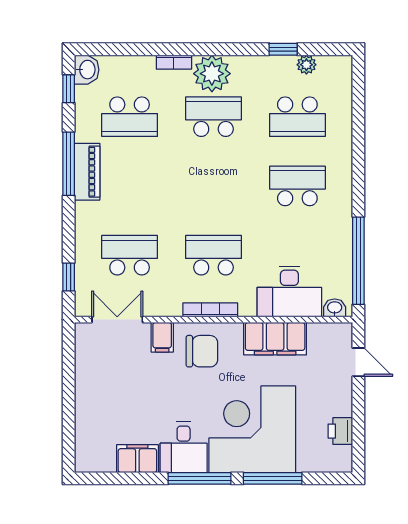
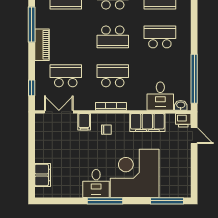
piano: (87, 172) -> (42, 45), moved
school desk: (213, 186) -> (113, 37), added
desk: (289, 291) -> (160, 96), width x0.73
chair: (202, 351) -> (106, 130), width x0.54, depth x0.54
printer: (340, 431) -> (183, 120), moved, turned -90
filing cabinet: (137, 459) -> (43, 175), moved, turned 90
window: (273, 478) -> (167, 201), moved

